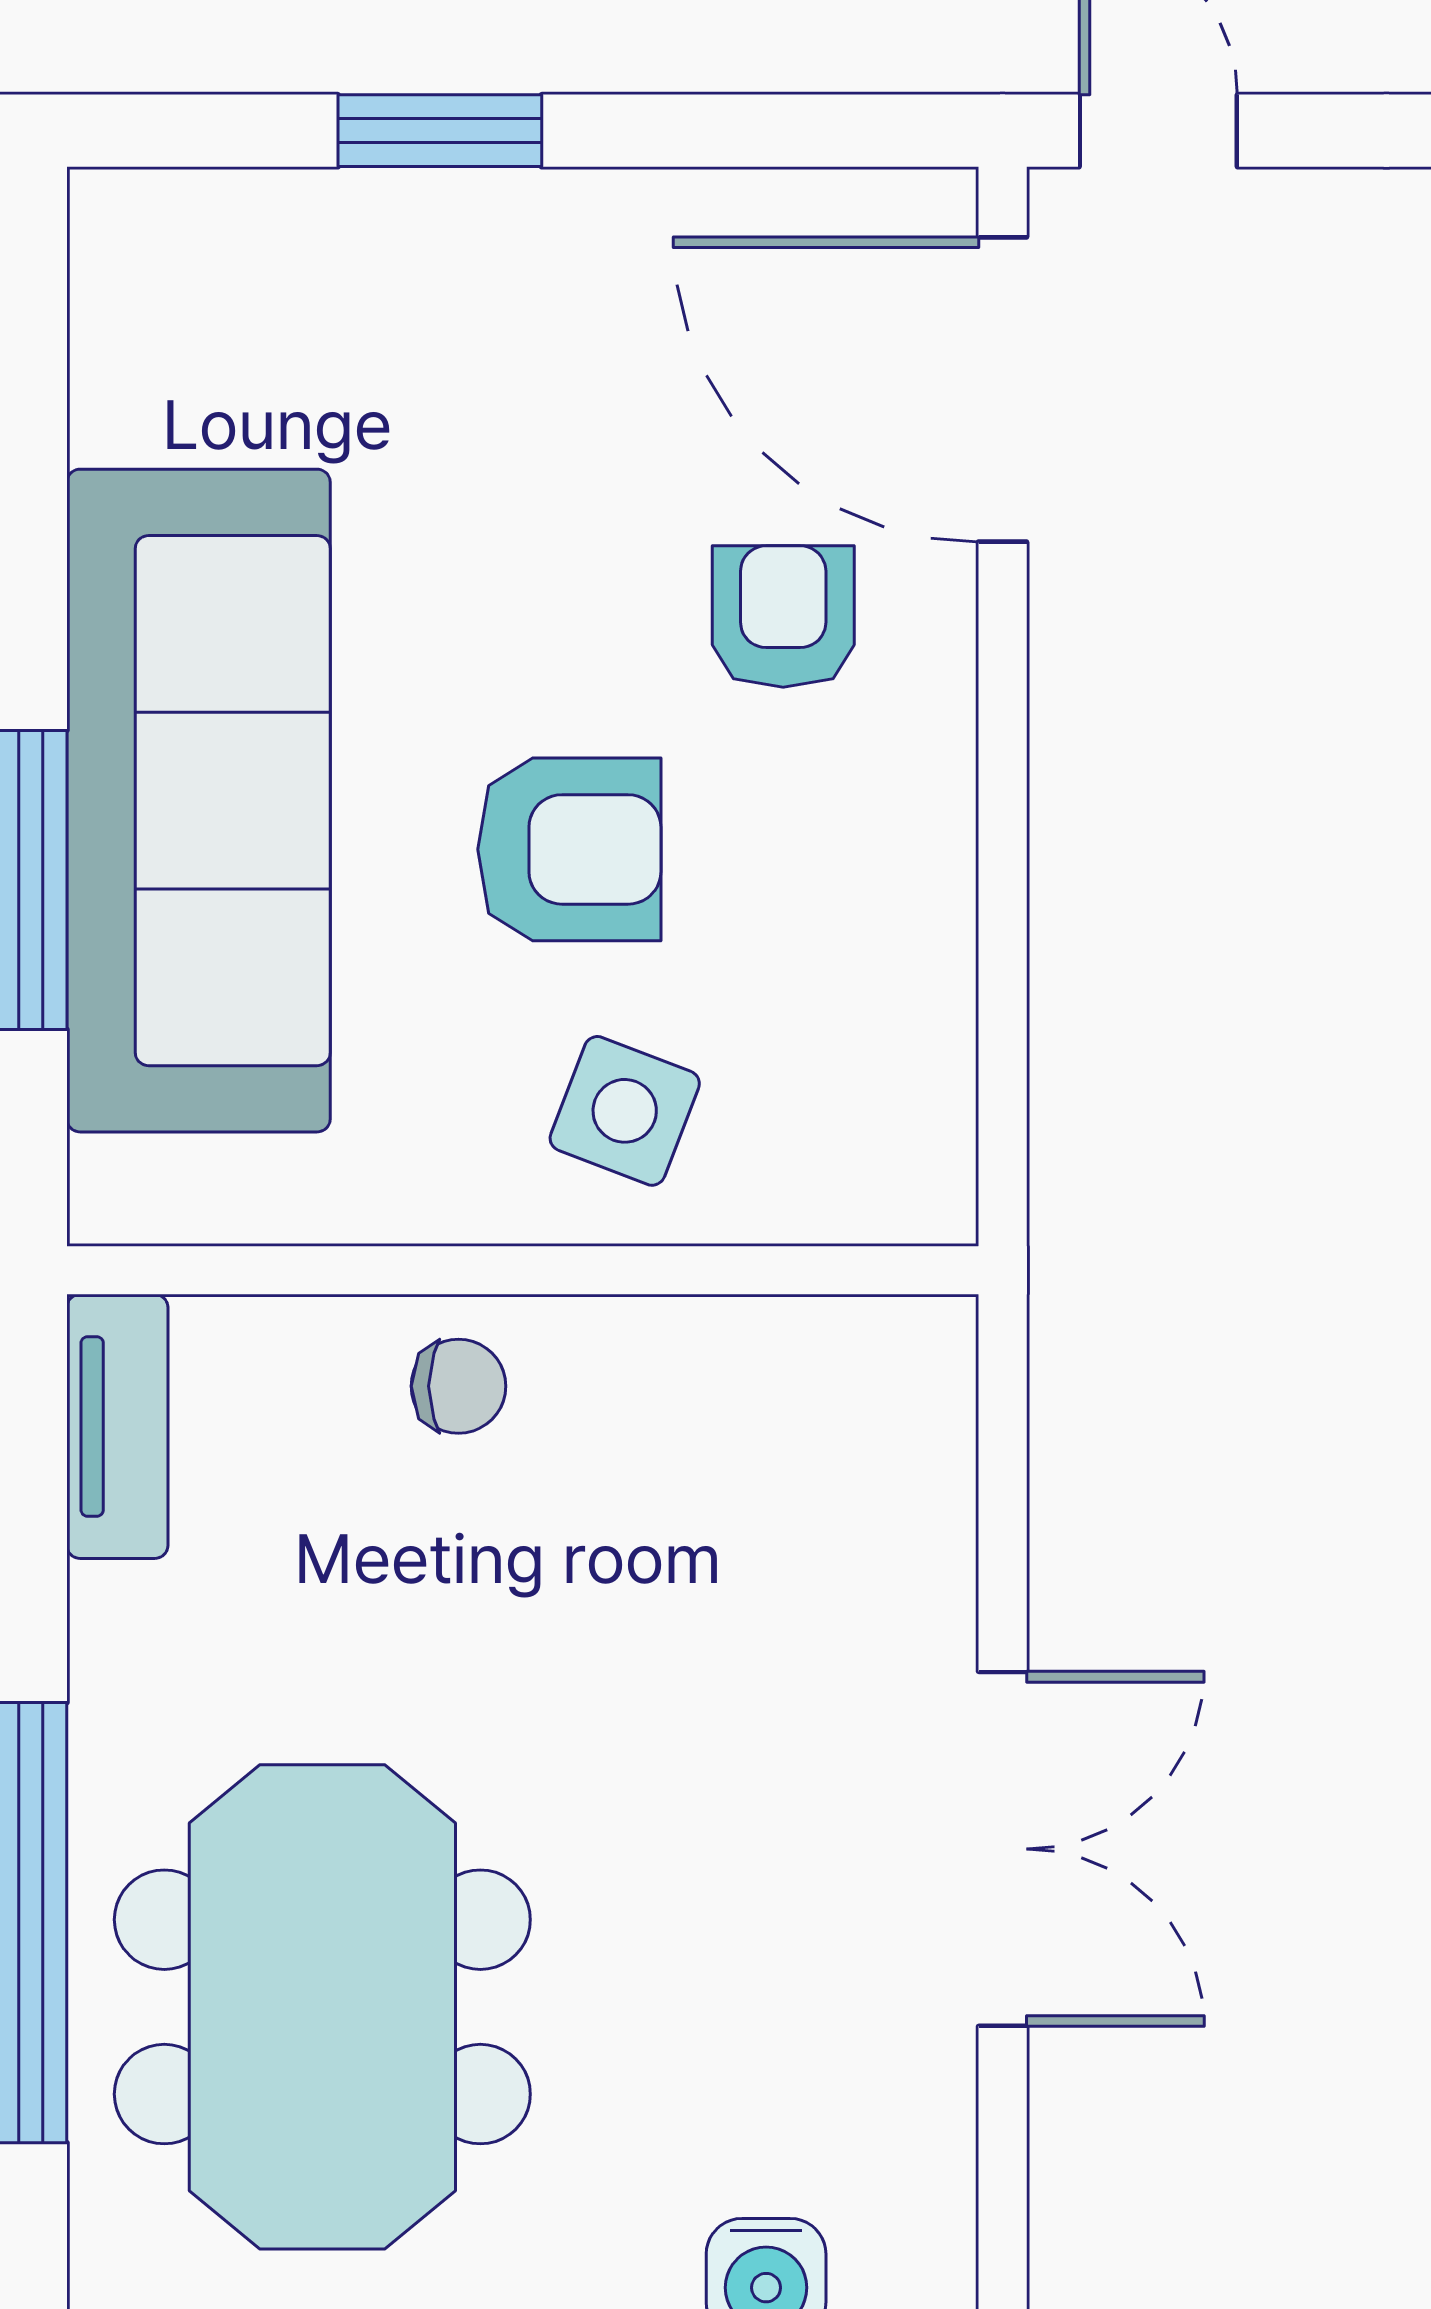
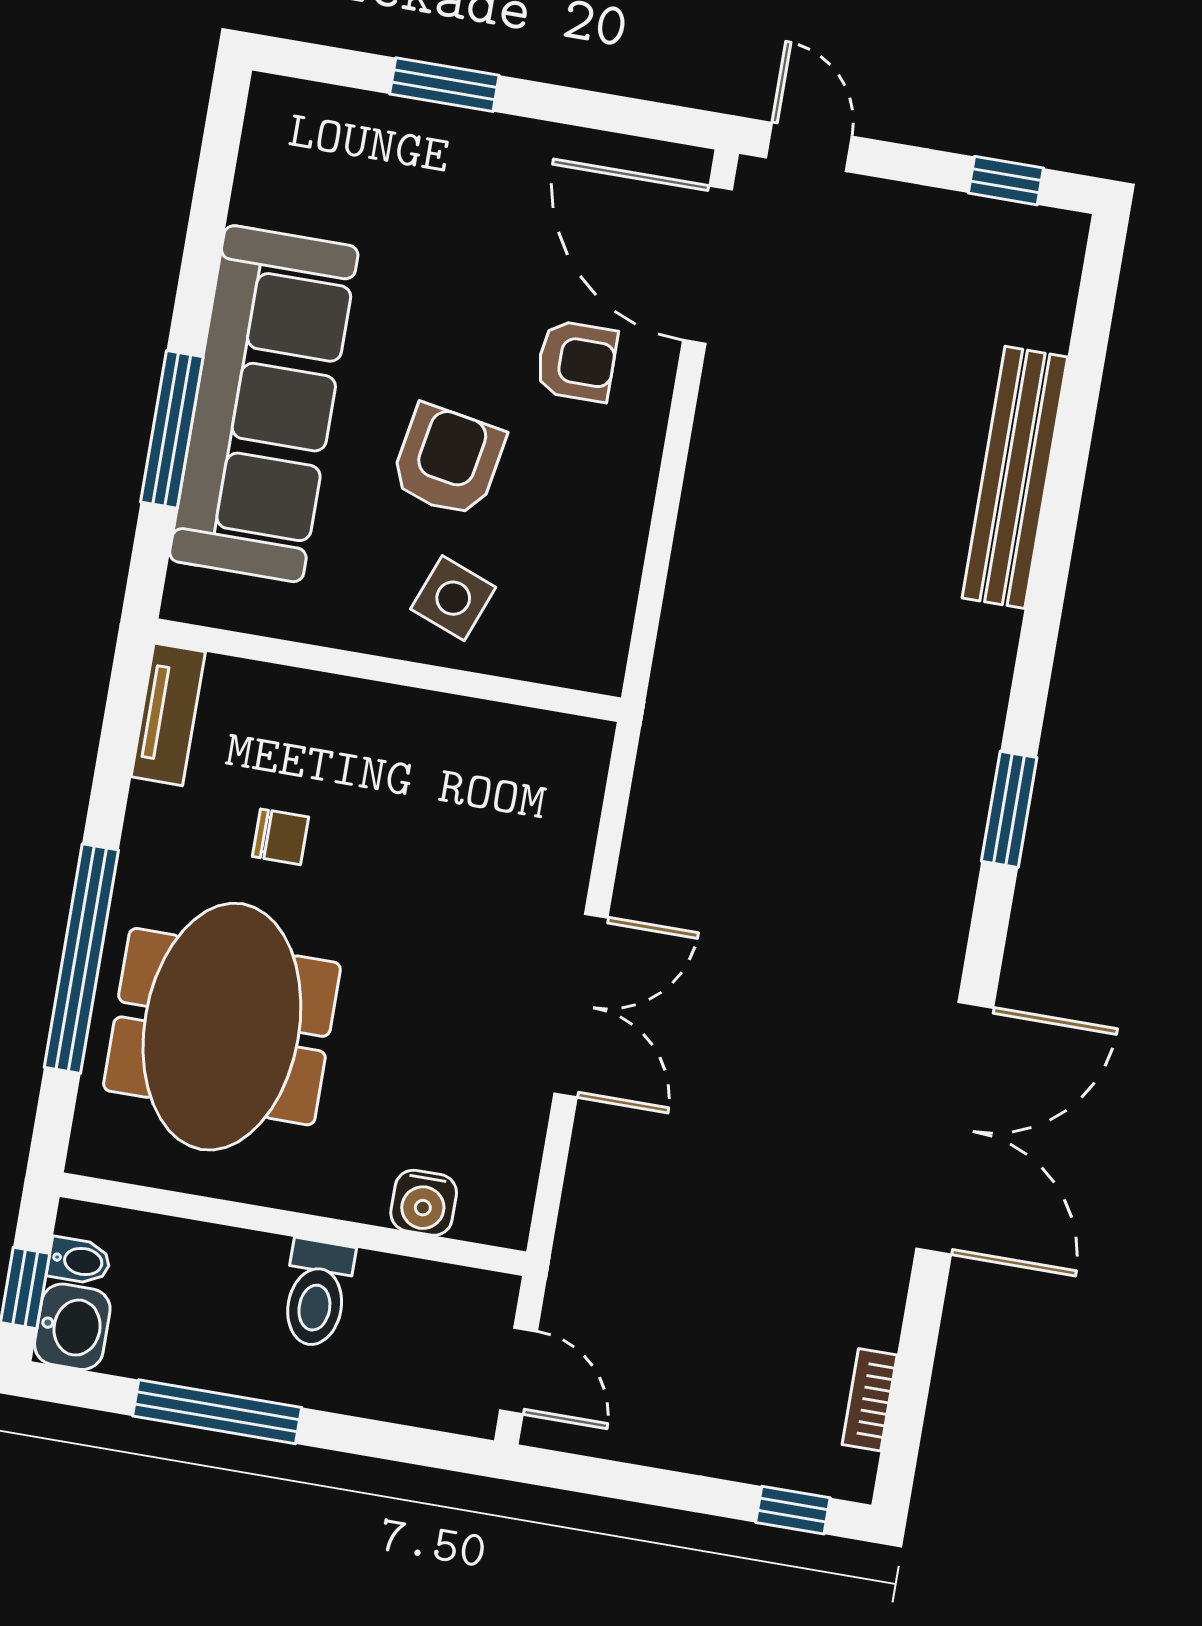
armchair: (783, 617) -> (577, 361), turned 90
armchair: (569, 849) -> (448, 461), turned -80
chair: (459, 1386) -> (280, 837), moved

